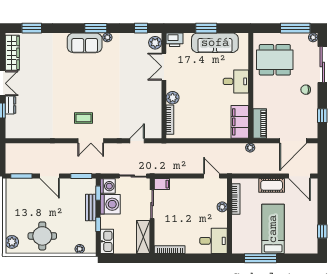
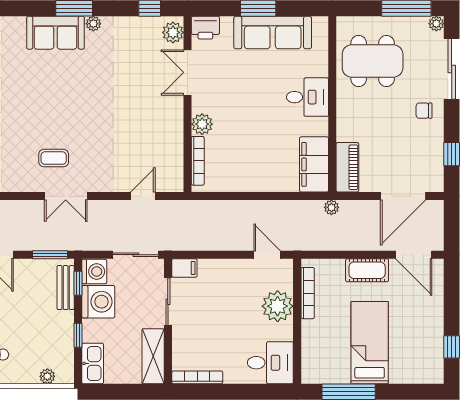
plant: (222, 207) -> (278, 306), width x1.87, depth x1.87
bench: (91, 208) -> (66, 288), moved

